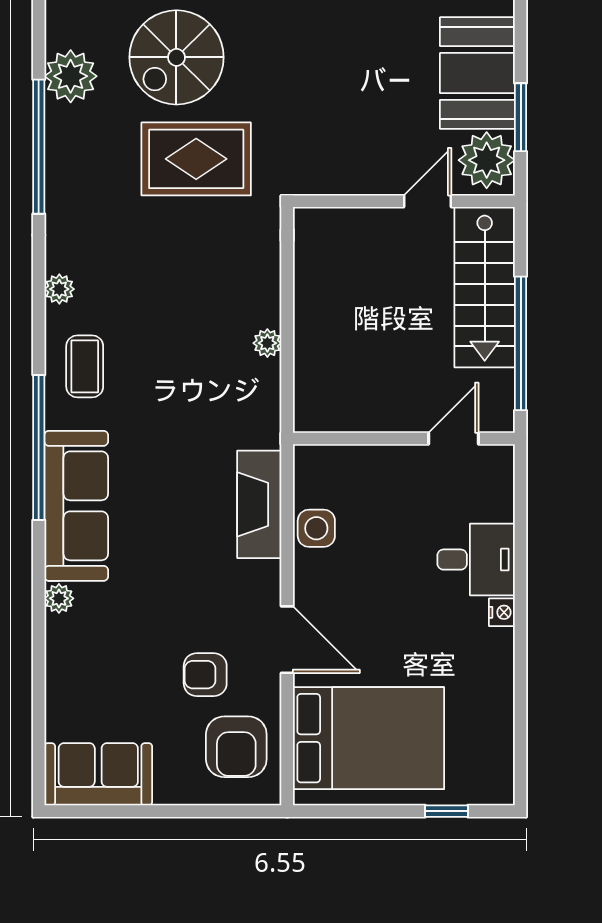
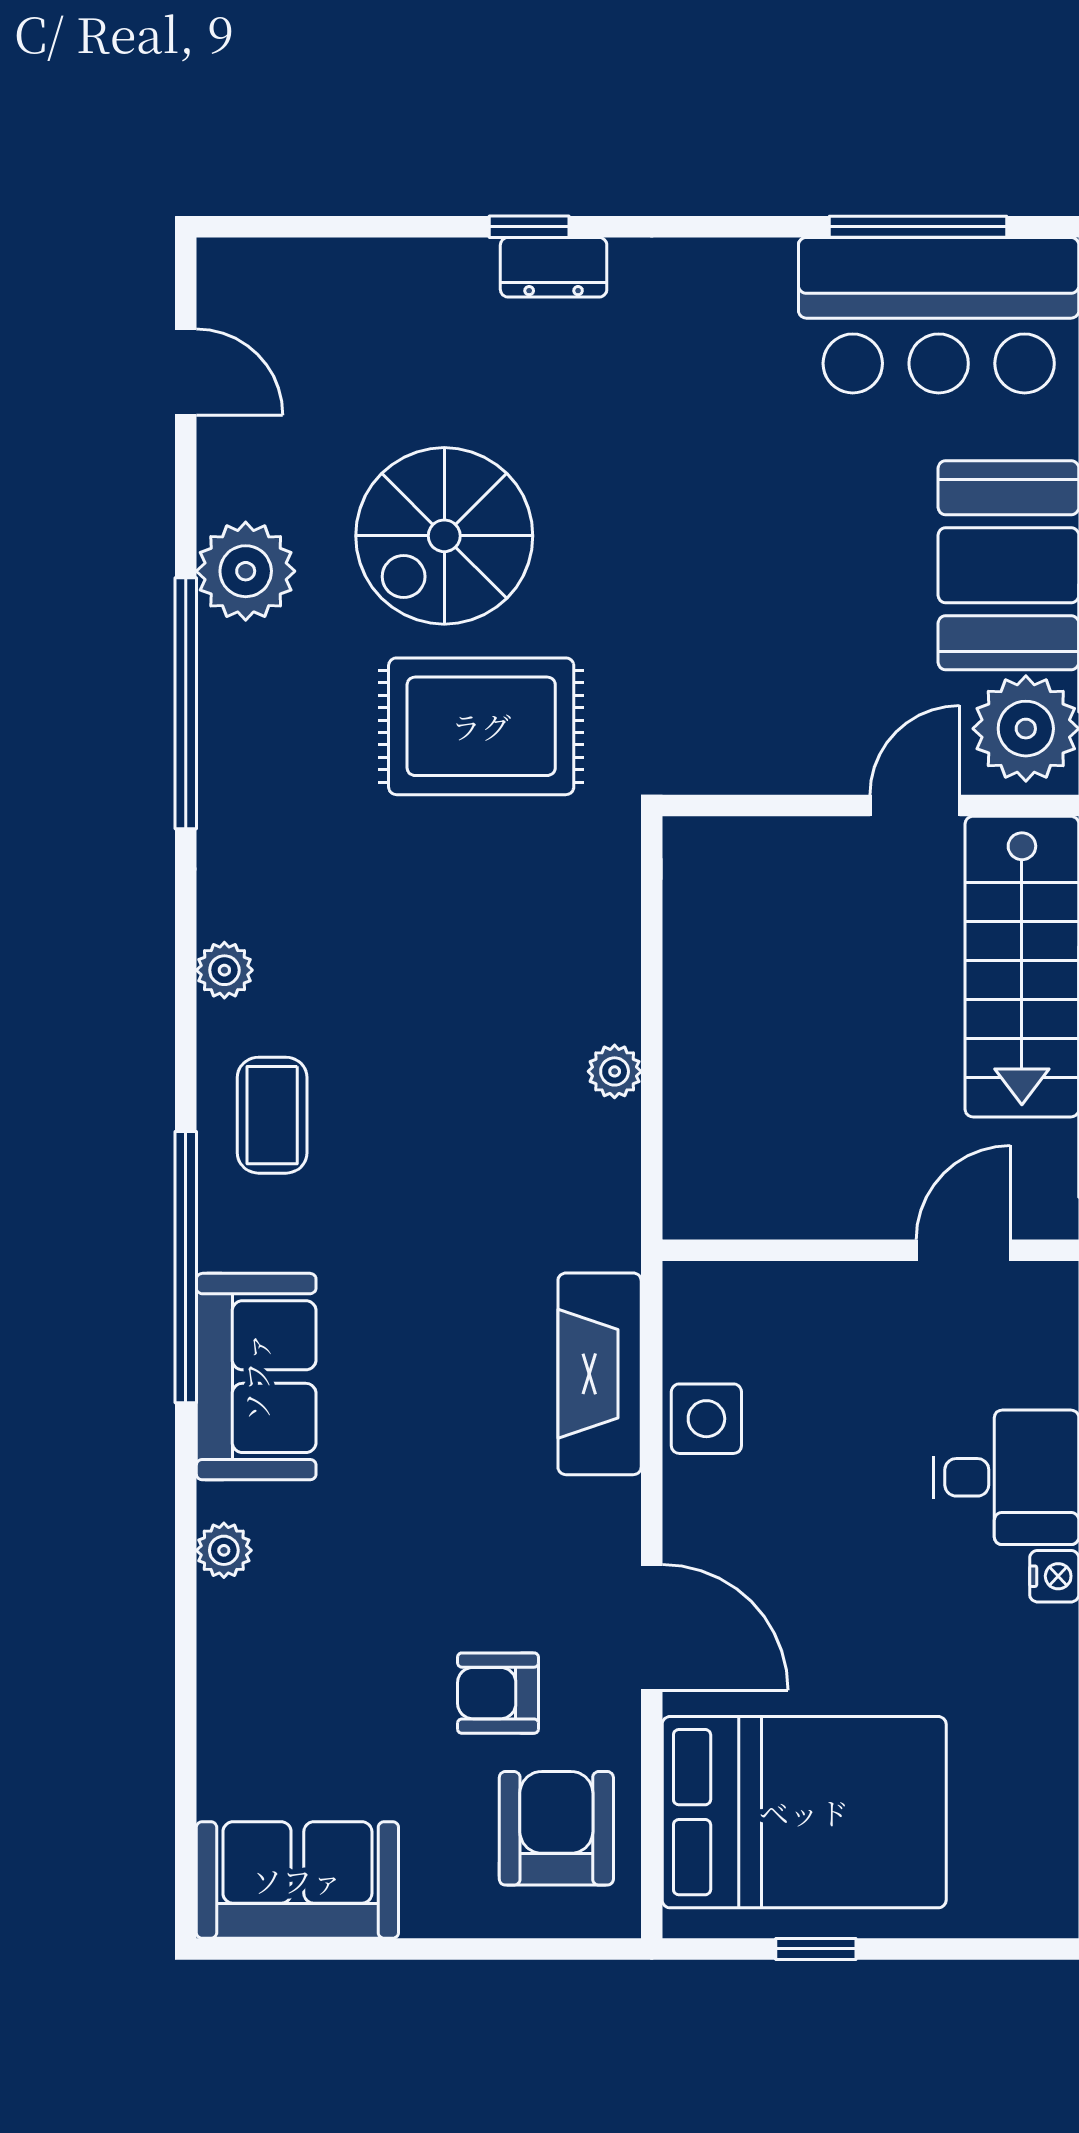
sofa: (76, 506) -> (256, 1377), width x0.73
armchair: (236, 747) -> (556, 1828), turned 180
window: (446, 811) -> (816, 1949), moved

